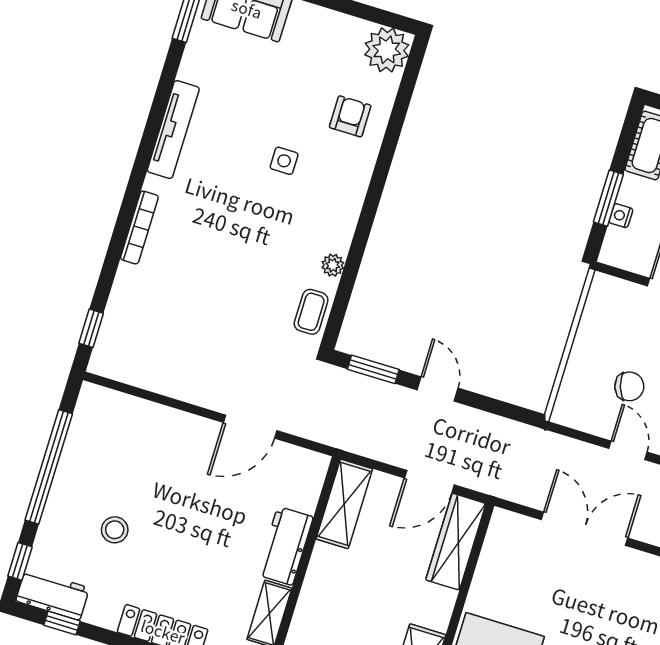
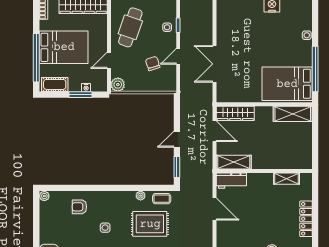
plant: (387, 50) -> (44, 196), width x0.53, depth x0.53
rug: (261, 267) -> (150, 224), added
plant: (605, 291) -> (118, 85), added
workbench: (285, 546) -> (231, 181), moved

